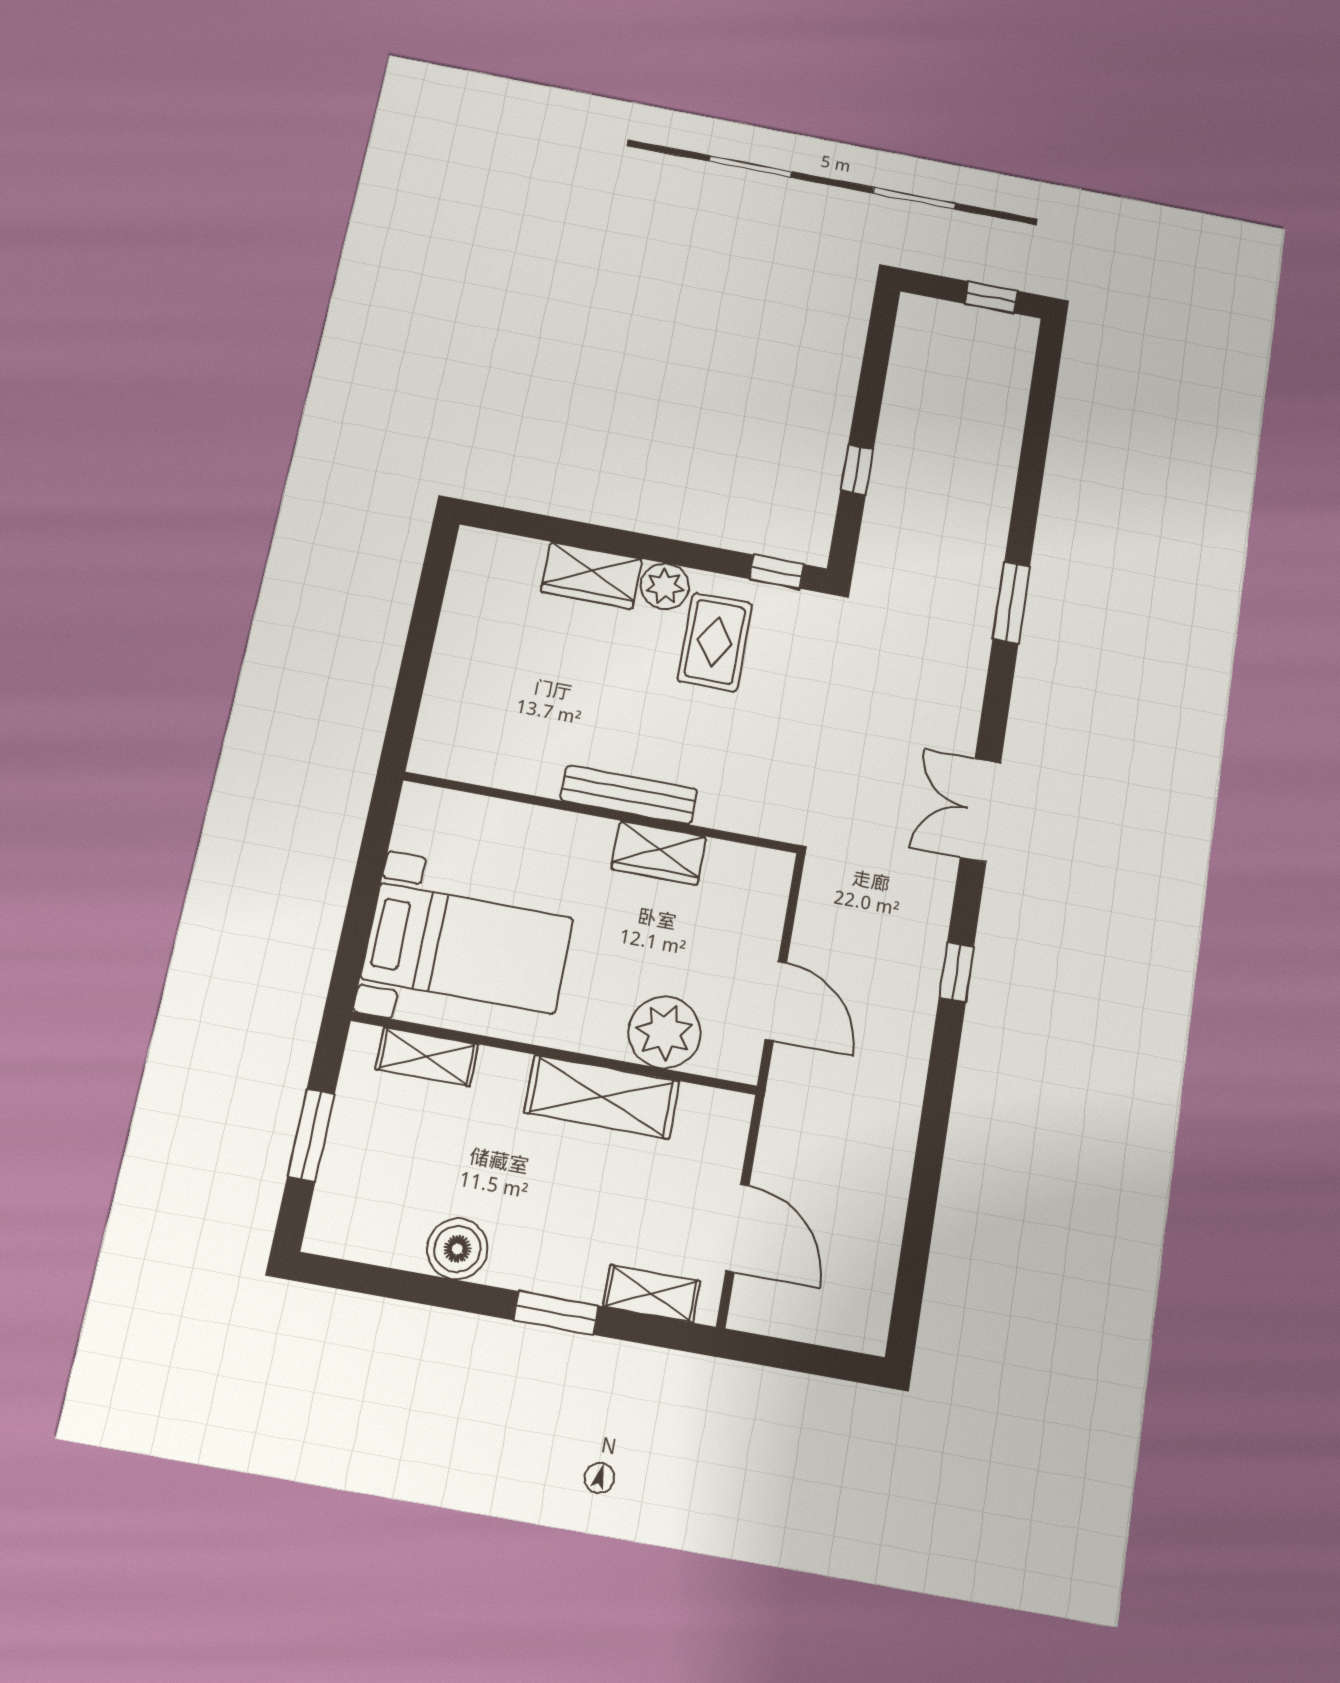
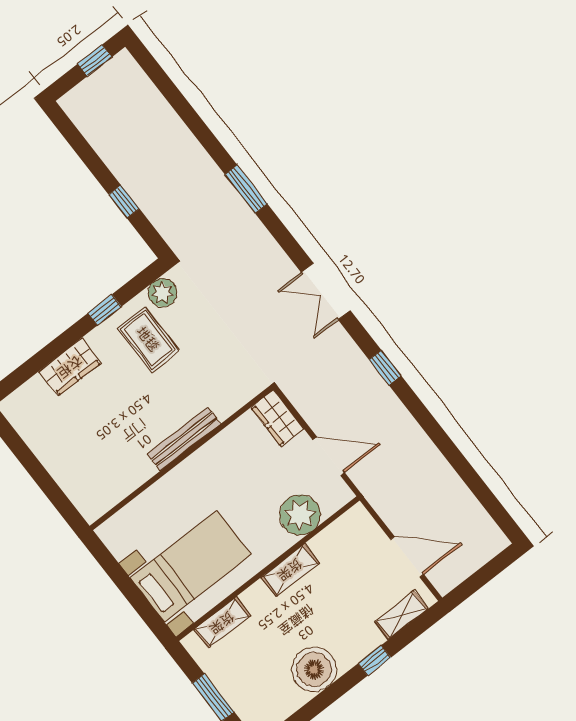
window: (777, 572) -> (105, 310), moved
plant: (665, 586) -> (163, 293), moved
wardrobe: (659, 853) -> (277, 418), moved, turned 90
shelving: (602, 1097) -> (290, 570), width x0.67, depth x0.75
boiler: (457, 1249) -> (314, 669), width x1.37, depth x1.37
window: (556, 1313) -> (374, 660), width x0.67

